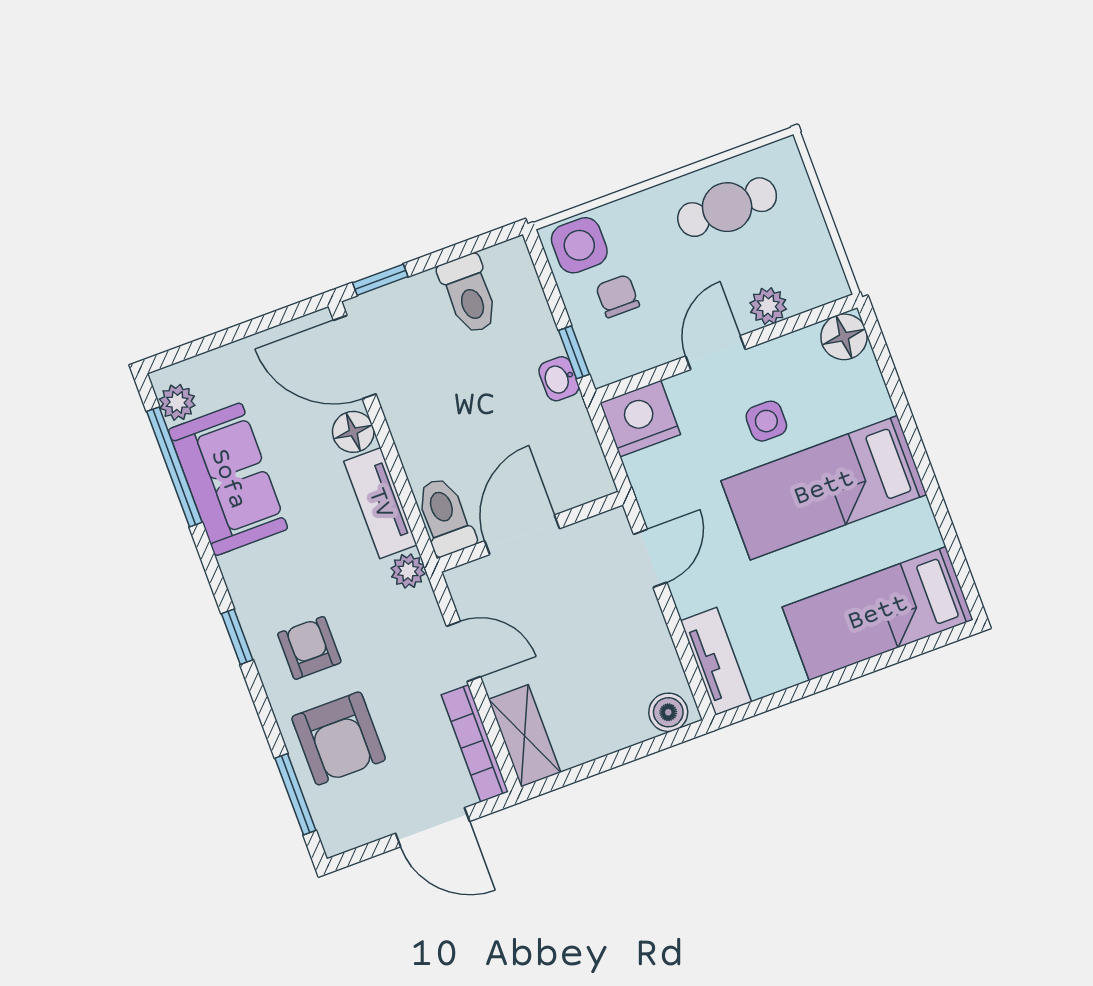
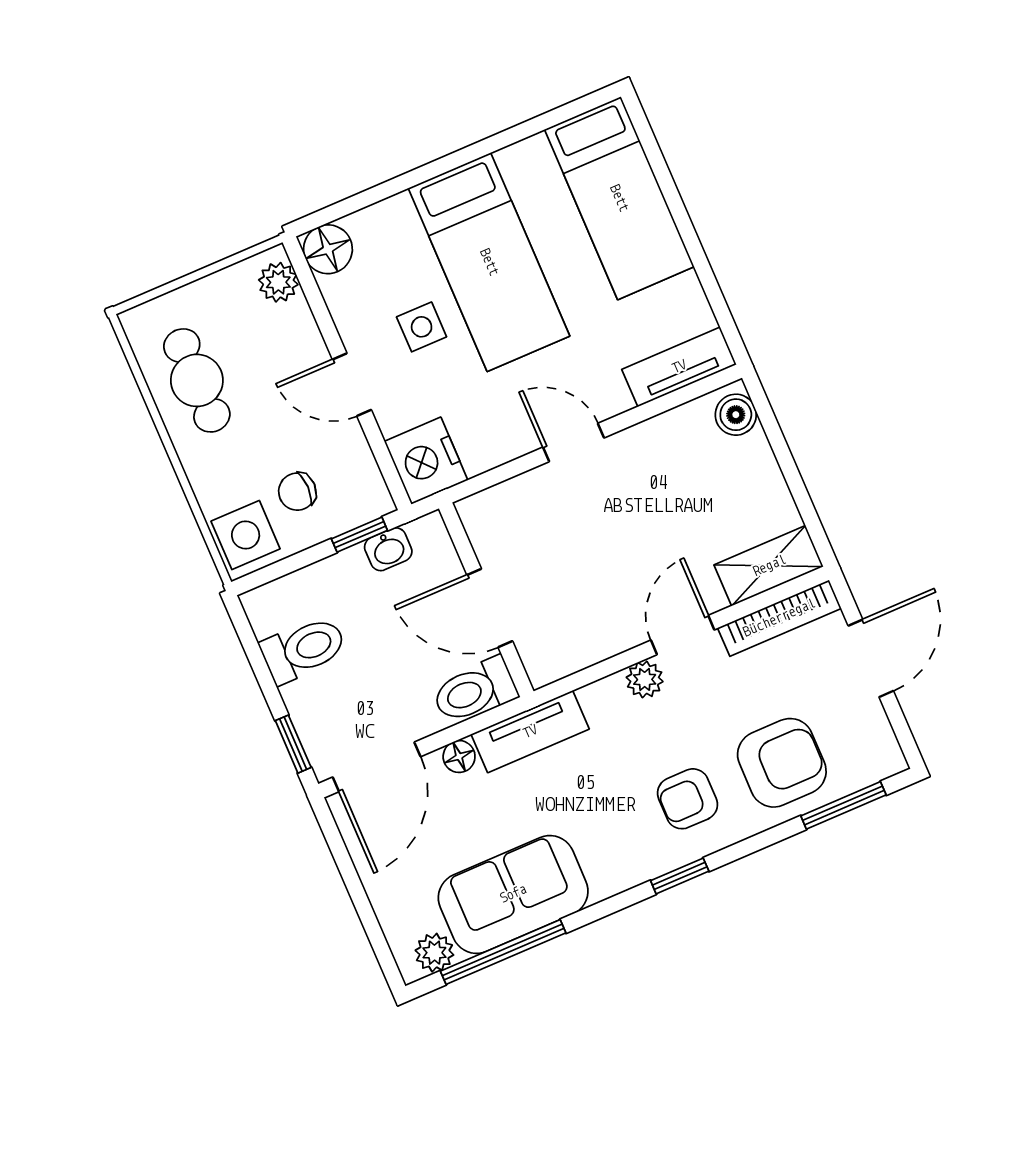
plant: (768, 306) -> (278, 282), moved
floor lamp: (353, 432) -> (459, 757), width x0.73, depth x0.73
toilet: (445, 516) -> (475, 691), moved
wall: (530, 532) -> (486, 600), moved
door: (522, 535) -> (490, 608), moved
plant: (408, 571) -> (645, 679), moved

